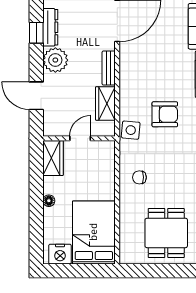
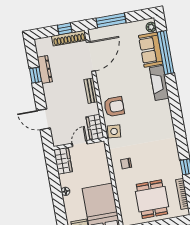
plant: (55, 60) -> (52, 92), removed
wardrobe: (105, 103) -> (95, 127), moved
armchair: (165, 114) -> (114, 107), moved

